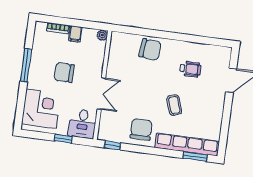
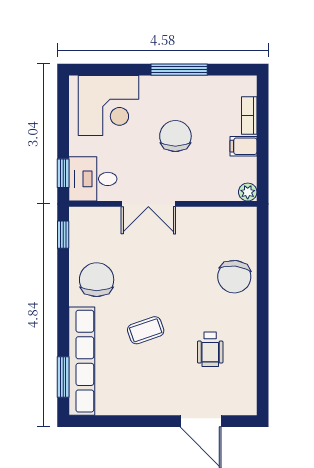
chair: (141, 129) -> (97, 280), turned -90
window: (63, 139) -> (63, 173), moved

